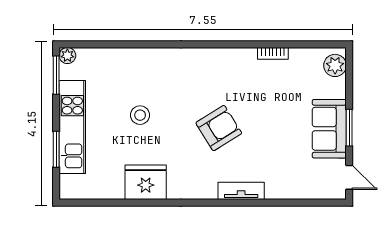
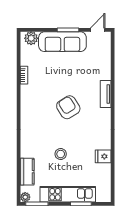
kitchen counter: (110, 59) -> (27, 172), added
sofa: (329, 129) -> (62, 42), width x1.36
fridge: (146, 182) -> (103, 156), width x0.53, depth x0.75

